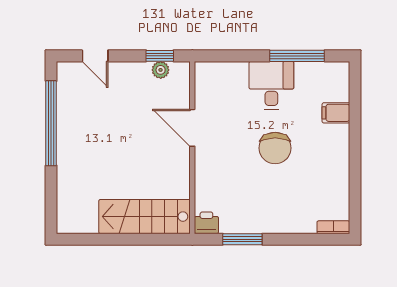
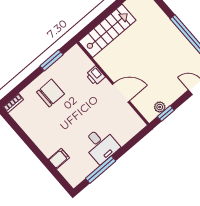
chair: (275, 148) -> (50, 93), moved, turned 90
printer: (206, 223) -> (95, 76), moved, turned 90

